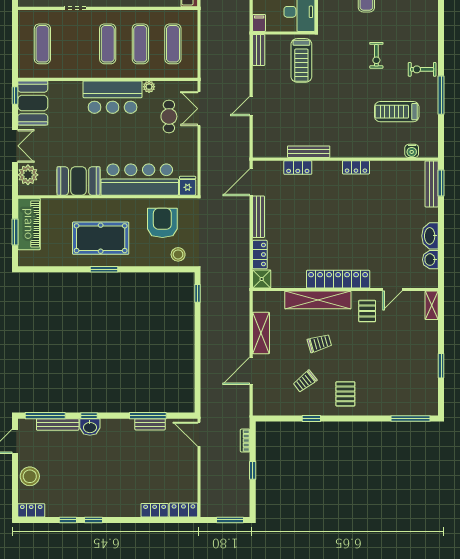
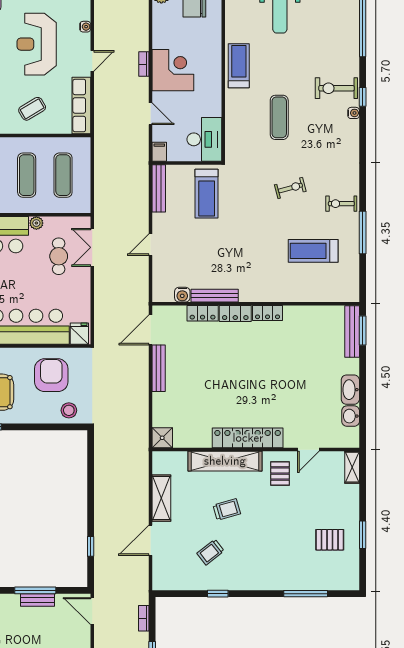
bench: (259, 50) -> (159, 188), width x1.36
exercise bike: (376, 55) -> (290, 188), turned -105
water cooler: (412, 151) -> (182, 295), moved
locker: (260, 255) -> (235, 314), moved, turned 90
window: (198, 293) -> (91, 546), moved
pallet: (345, 394) -> (330, 540), moved, turned 90
window: (411, 419) -> (306, 594), moved

